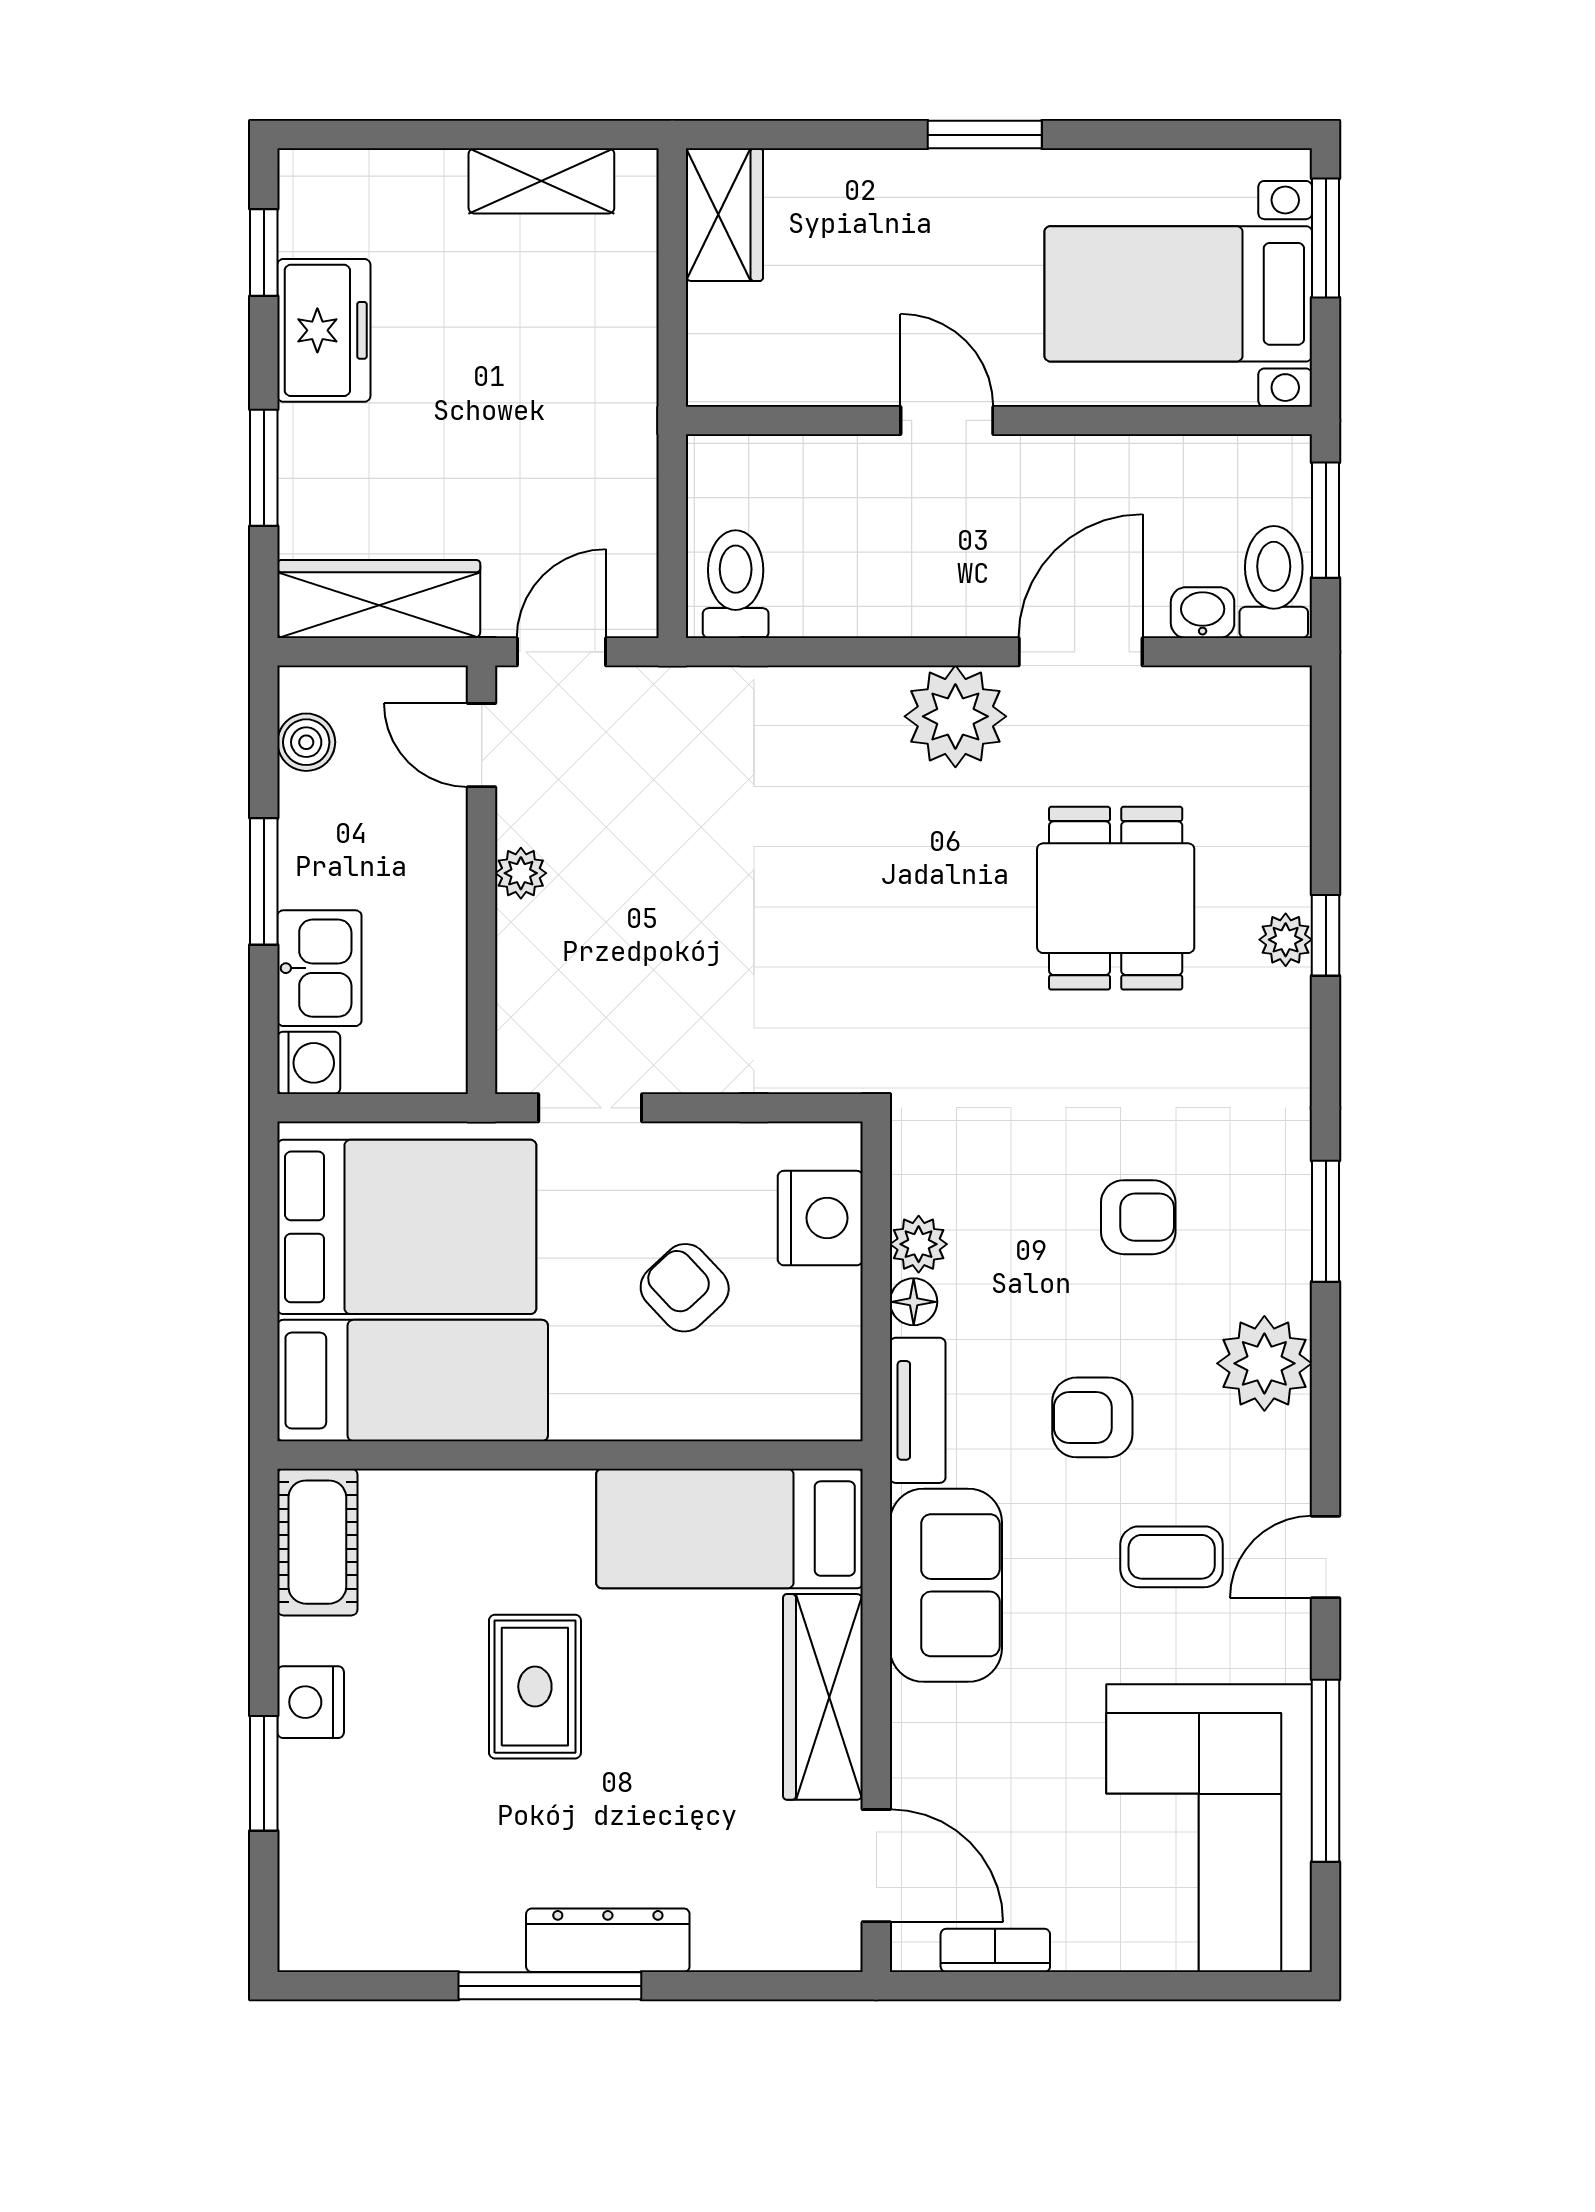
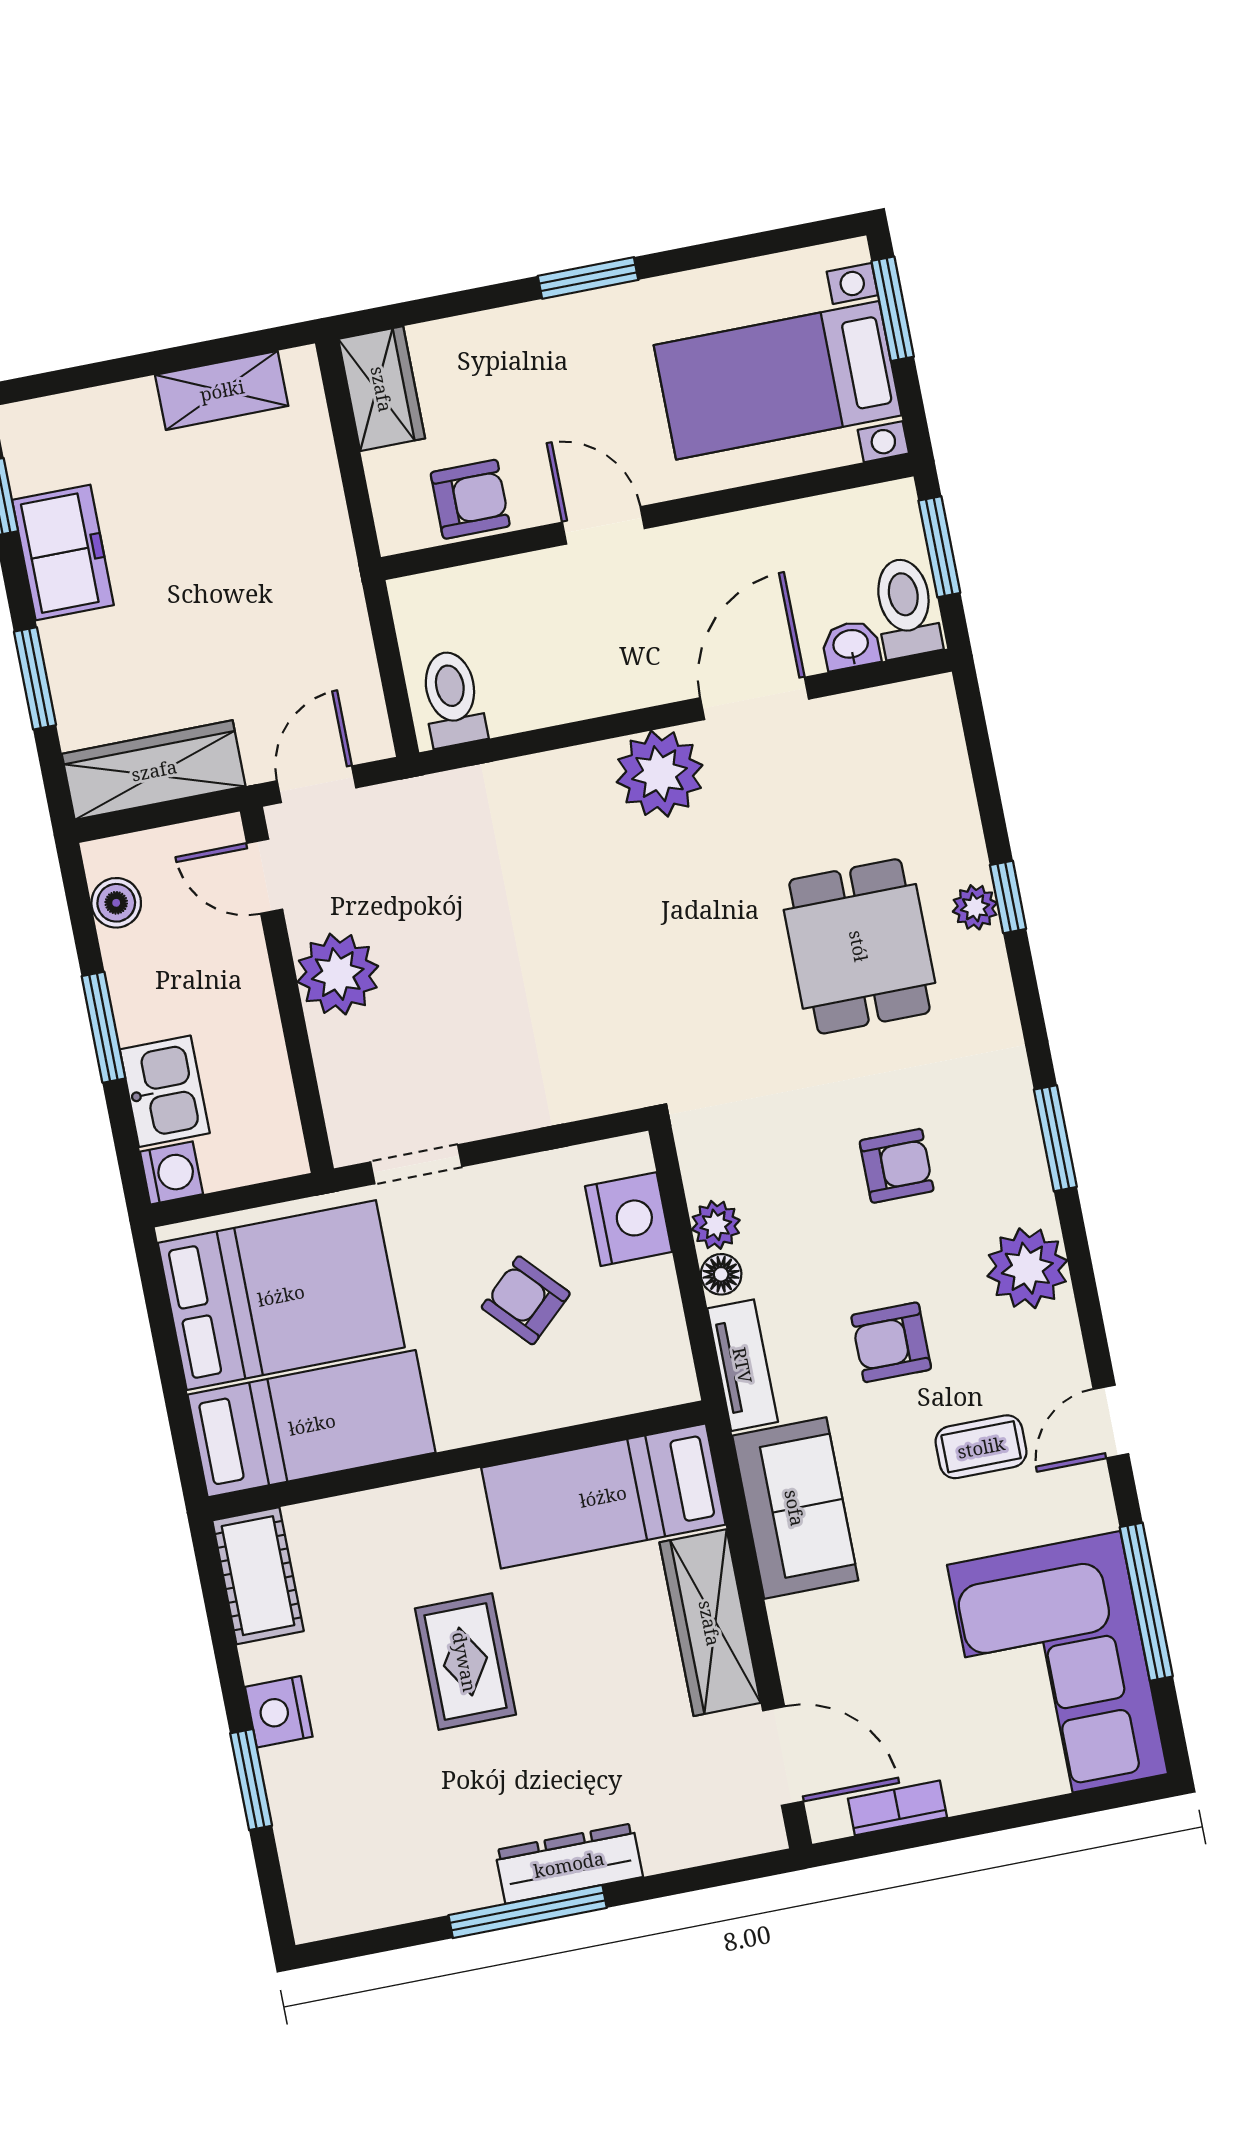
armchair: (801, 361) -> (470, 499), added
plant: (521, 873) -> (338, 974), width x1.87, depth x1.87
dining table: (1116, 898) -> (859, 946), moved

